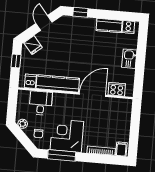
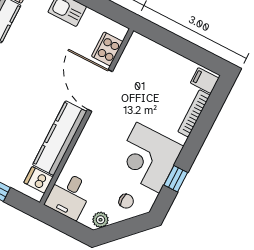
desk: (41, 103) -> (69, 195), moved, turned -90
window: (62, 155) -> (176, 179), width x0.46

